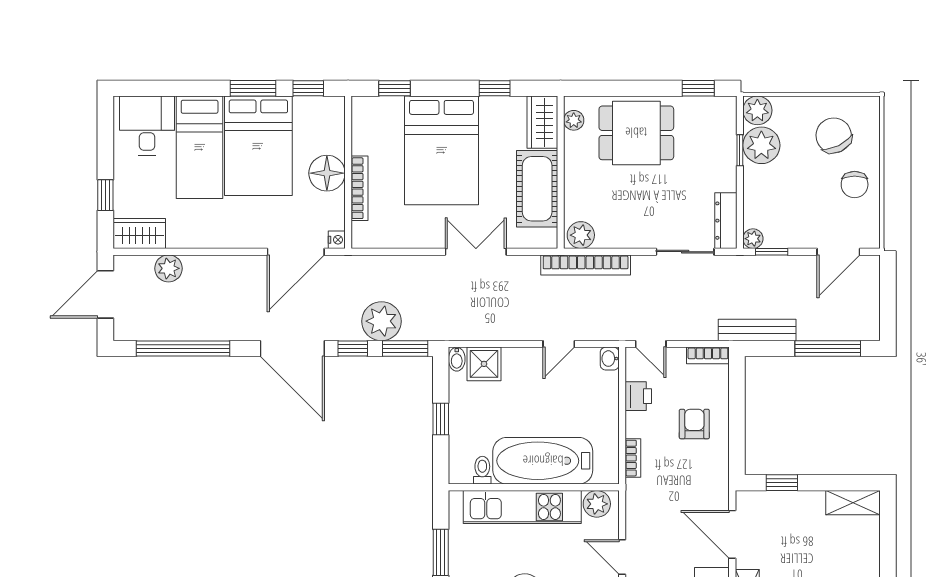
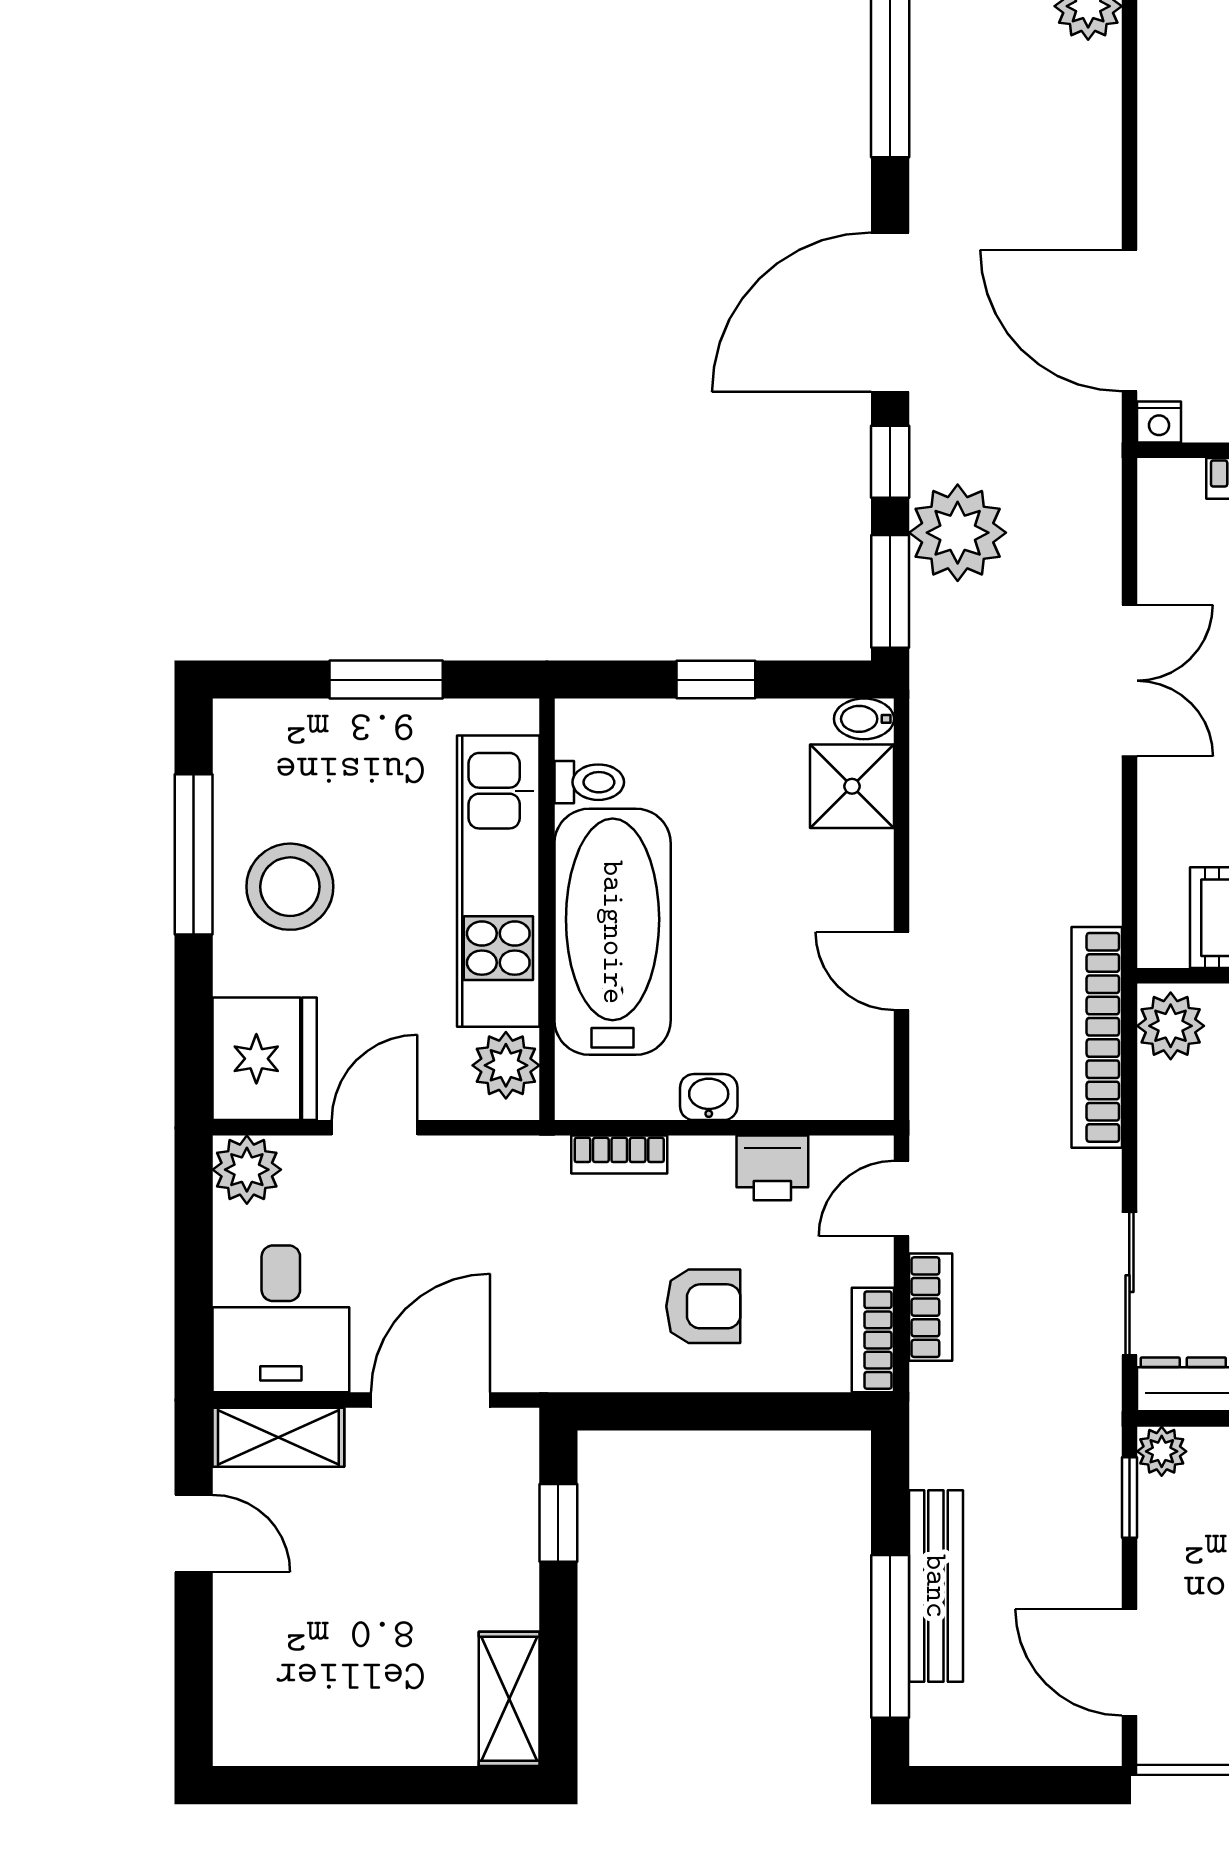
double door: (476, 252) -> (1129, 681), moved
bench: (757, 330) -> (936, 1586), moved
bookcase: (695, 332) -> (931, 1307), added
washbasin: (610, 359) -> (709, 1097), moved

